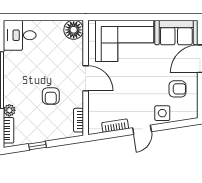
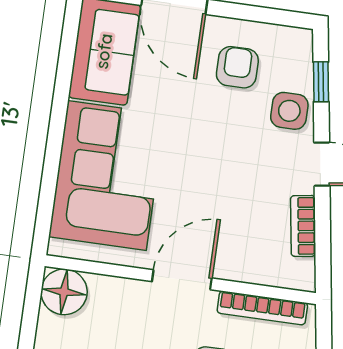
bookcase: (78, 120) -> (262, 308), width x1.56
window: (176, 125) -> (321, 82), added

